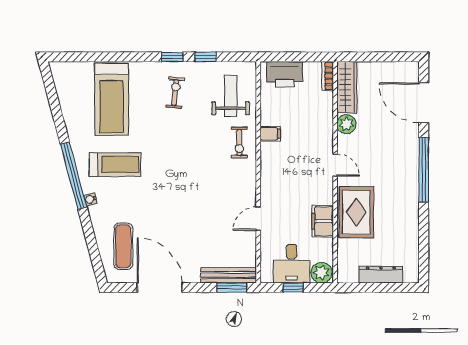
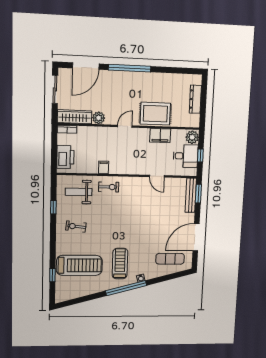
window: (172, 57) -> (52, 275), moved
sliding door: (387, 57) -> (55, 89), added

